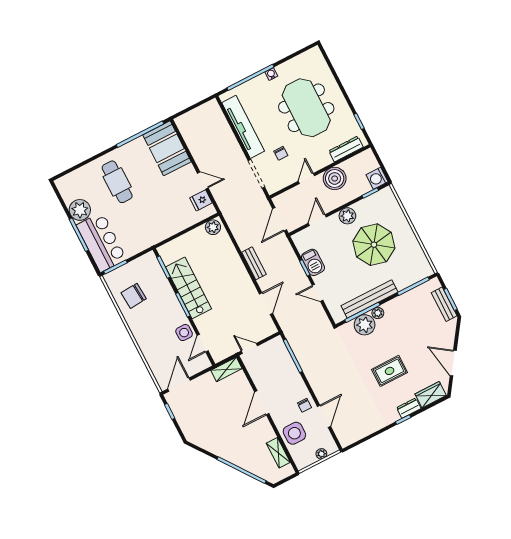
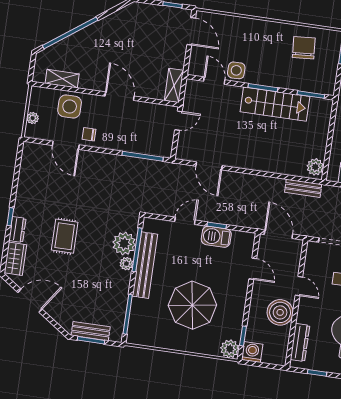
plant: (347, 216) -> (230, 349), moved
bench: (254, 263) -> (303, 188), moved

